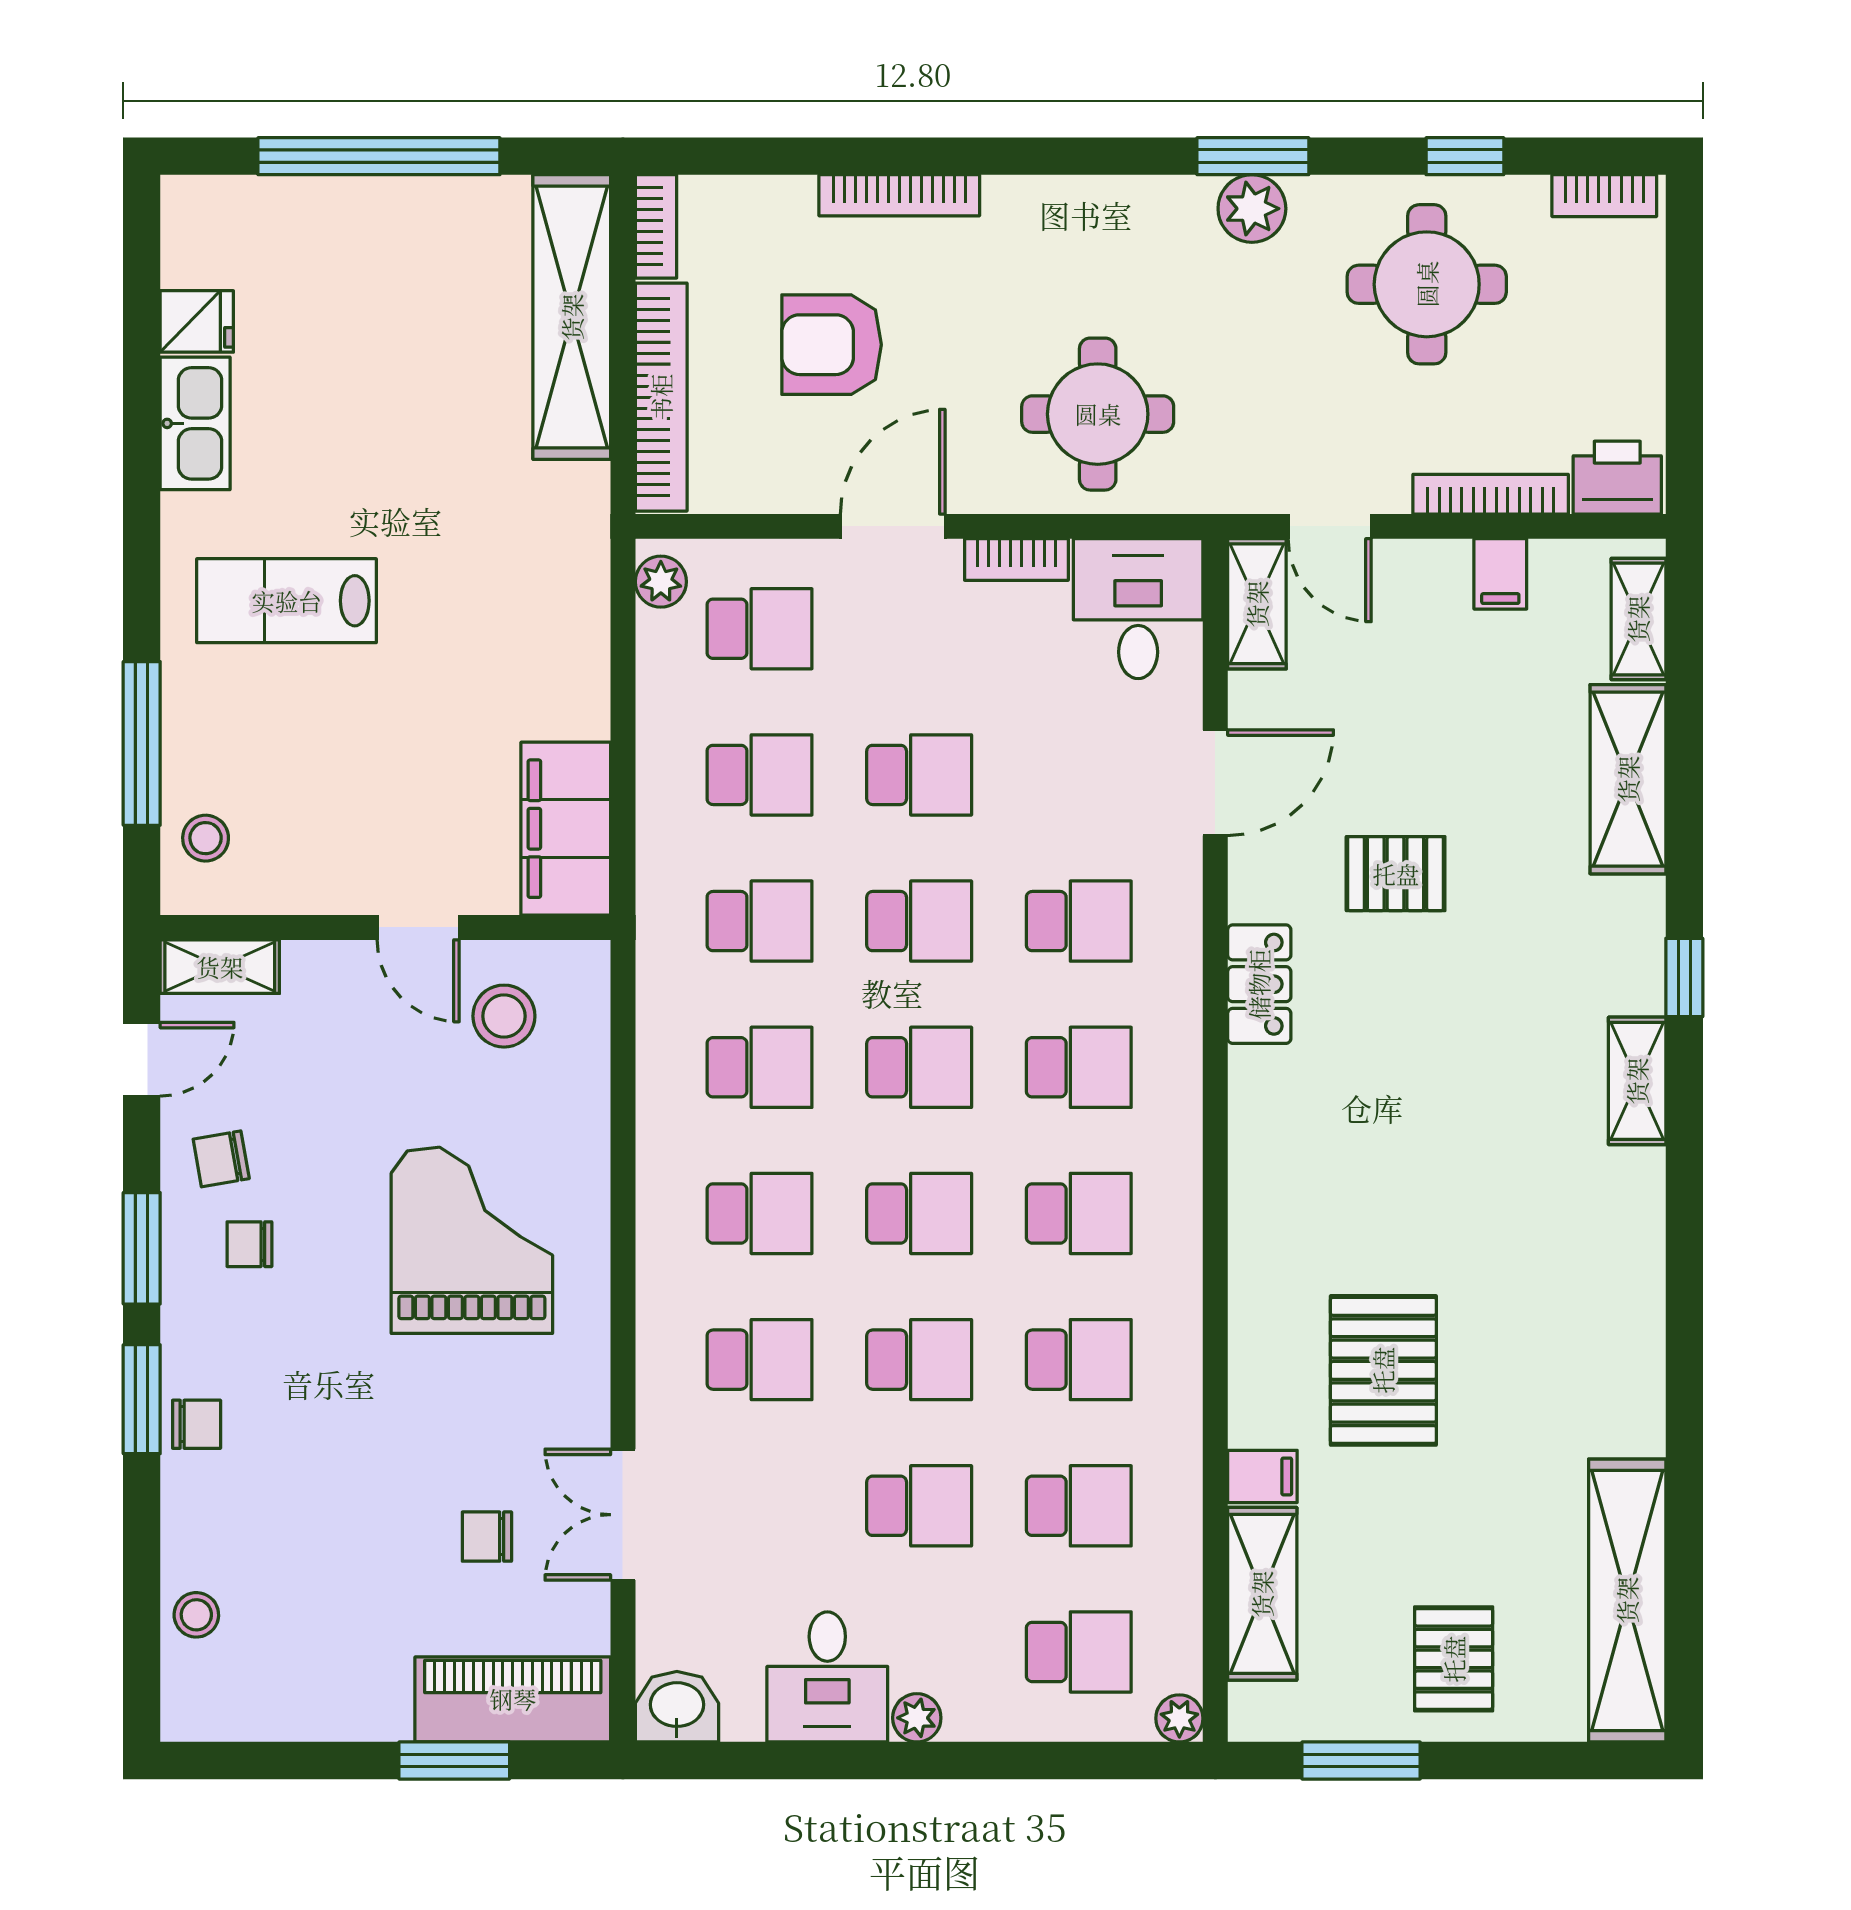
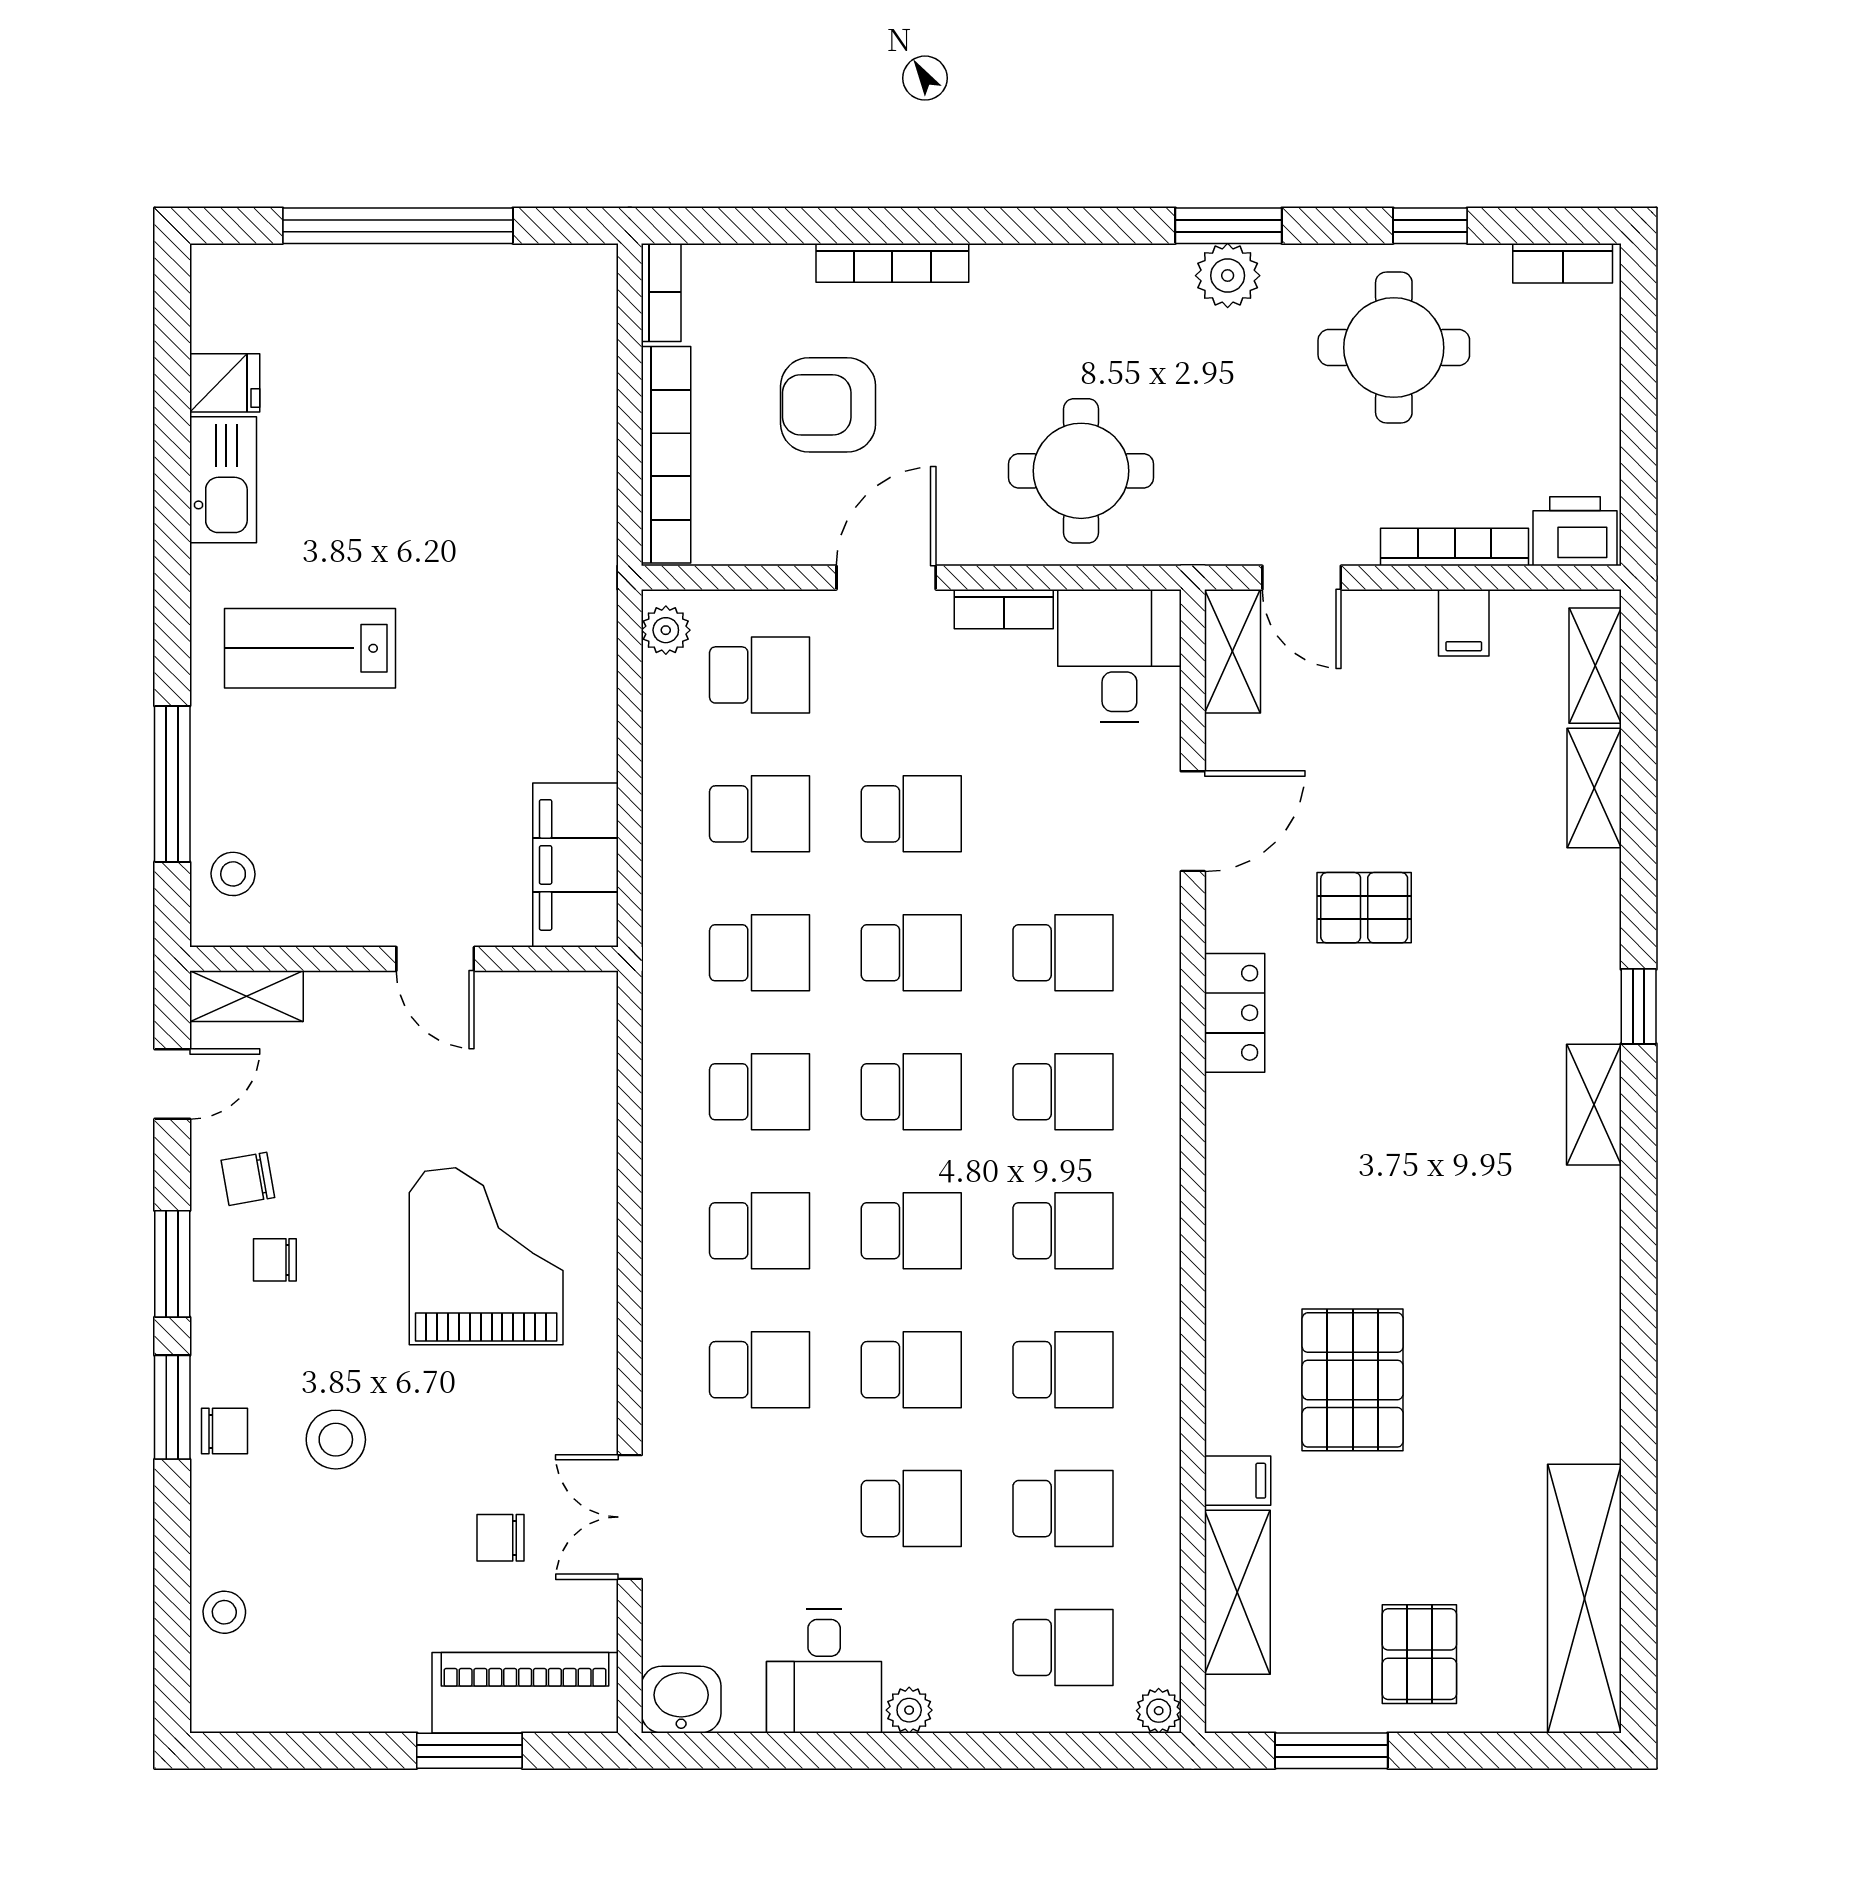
shelving: (572, 317) -> (581, 379), removed
shelving: (1628, 779) -> (1594, 788), width x0.67, depth x0.75
stool: (504, 1016) -> (336, 1440), moved

